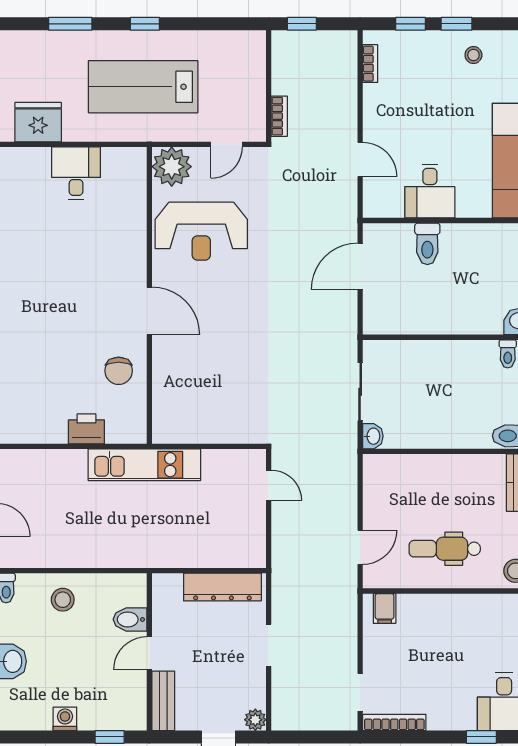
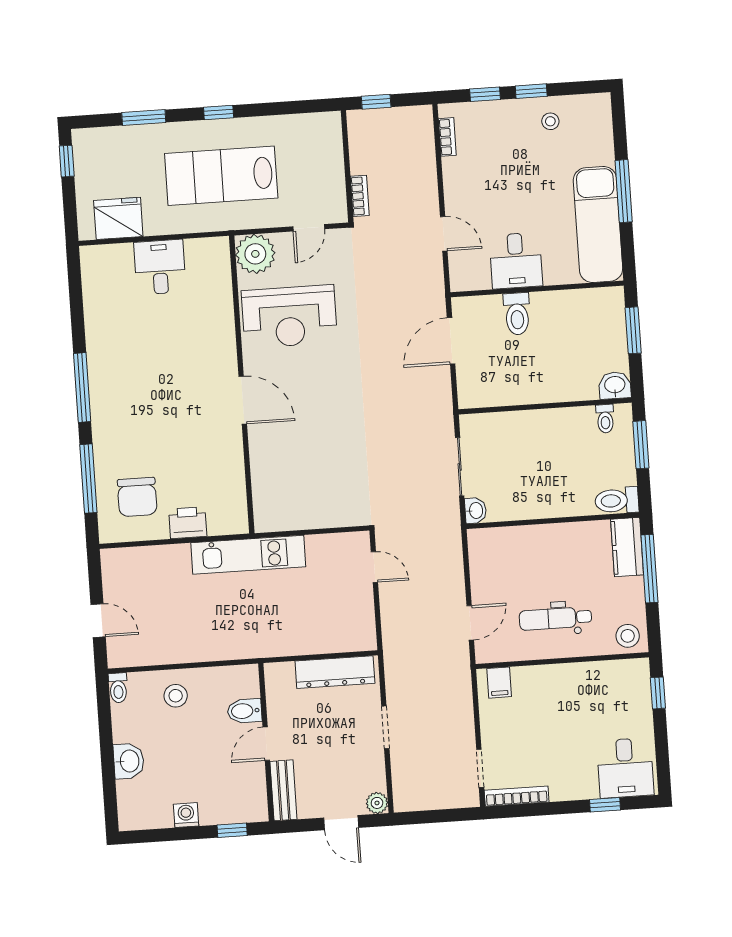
chair: (119, 371) -> (137, 497), moved, width x1.37, depth x1.37

